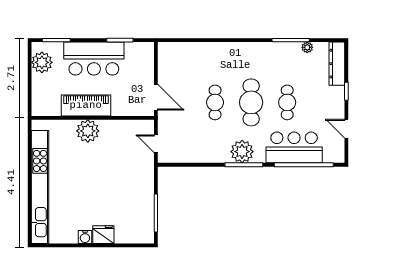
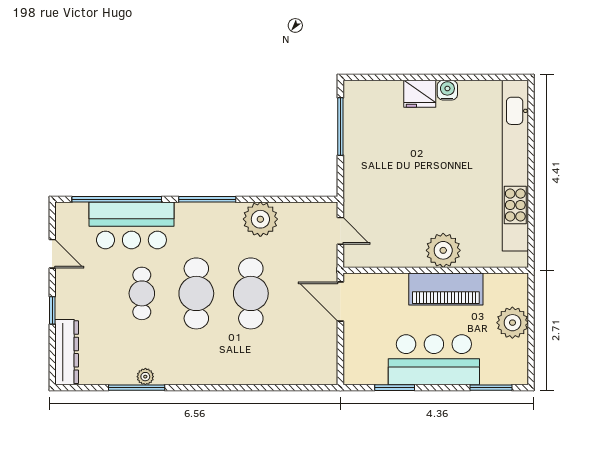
plant: (307, 47) -> (145, 377), moved
plant: (42, 62) -> (512, 323), moved
cafe table: (215, 102) -> (251, 293), width x1.37, depth x1.35
plant: (242, 152) -> (260, 219), moved

